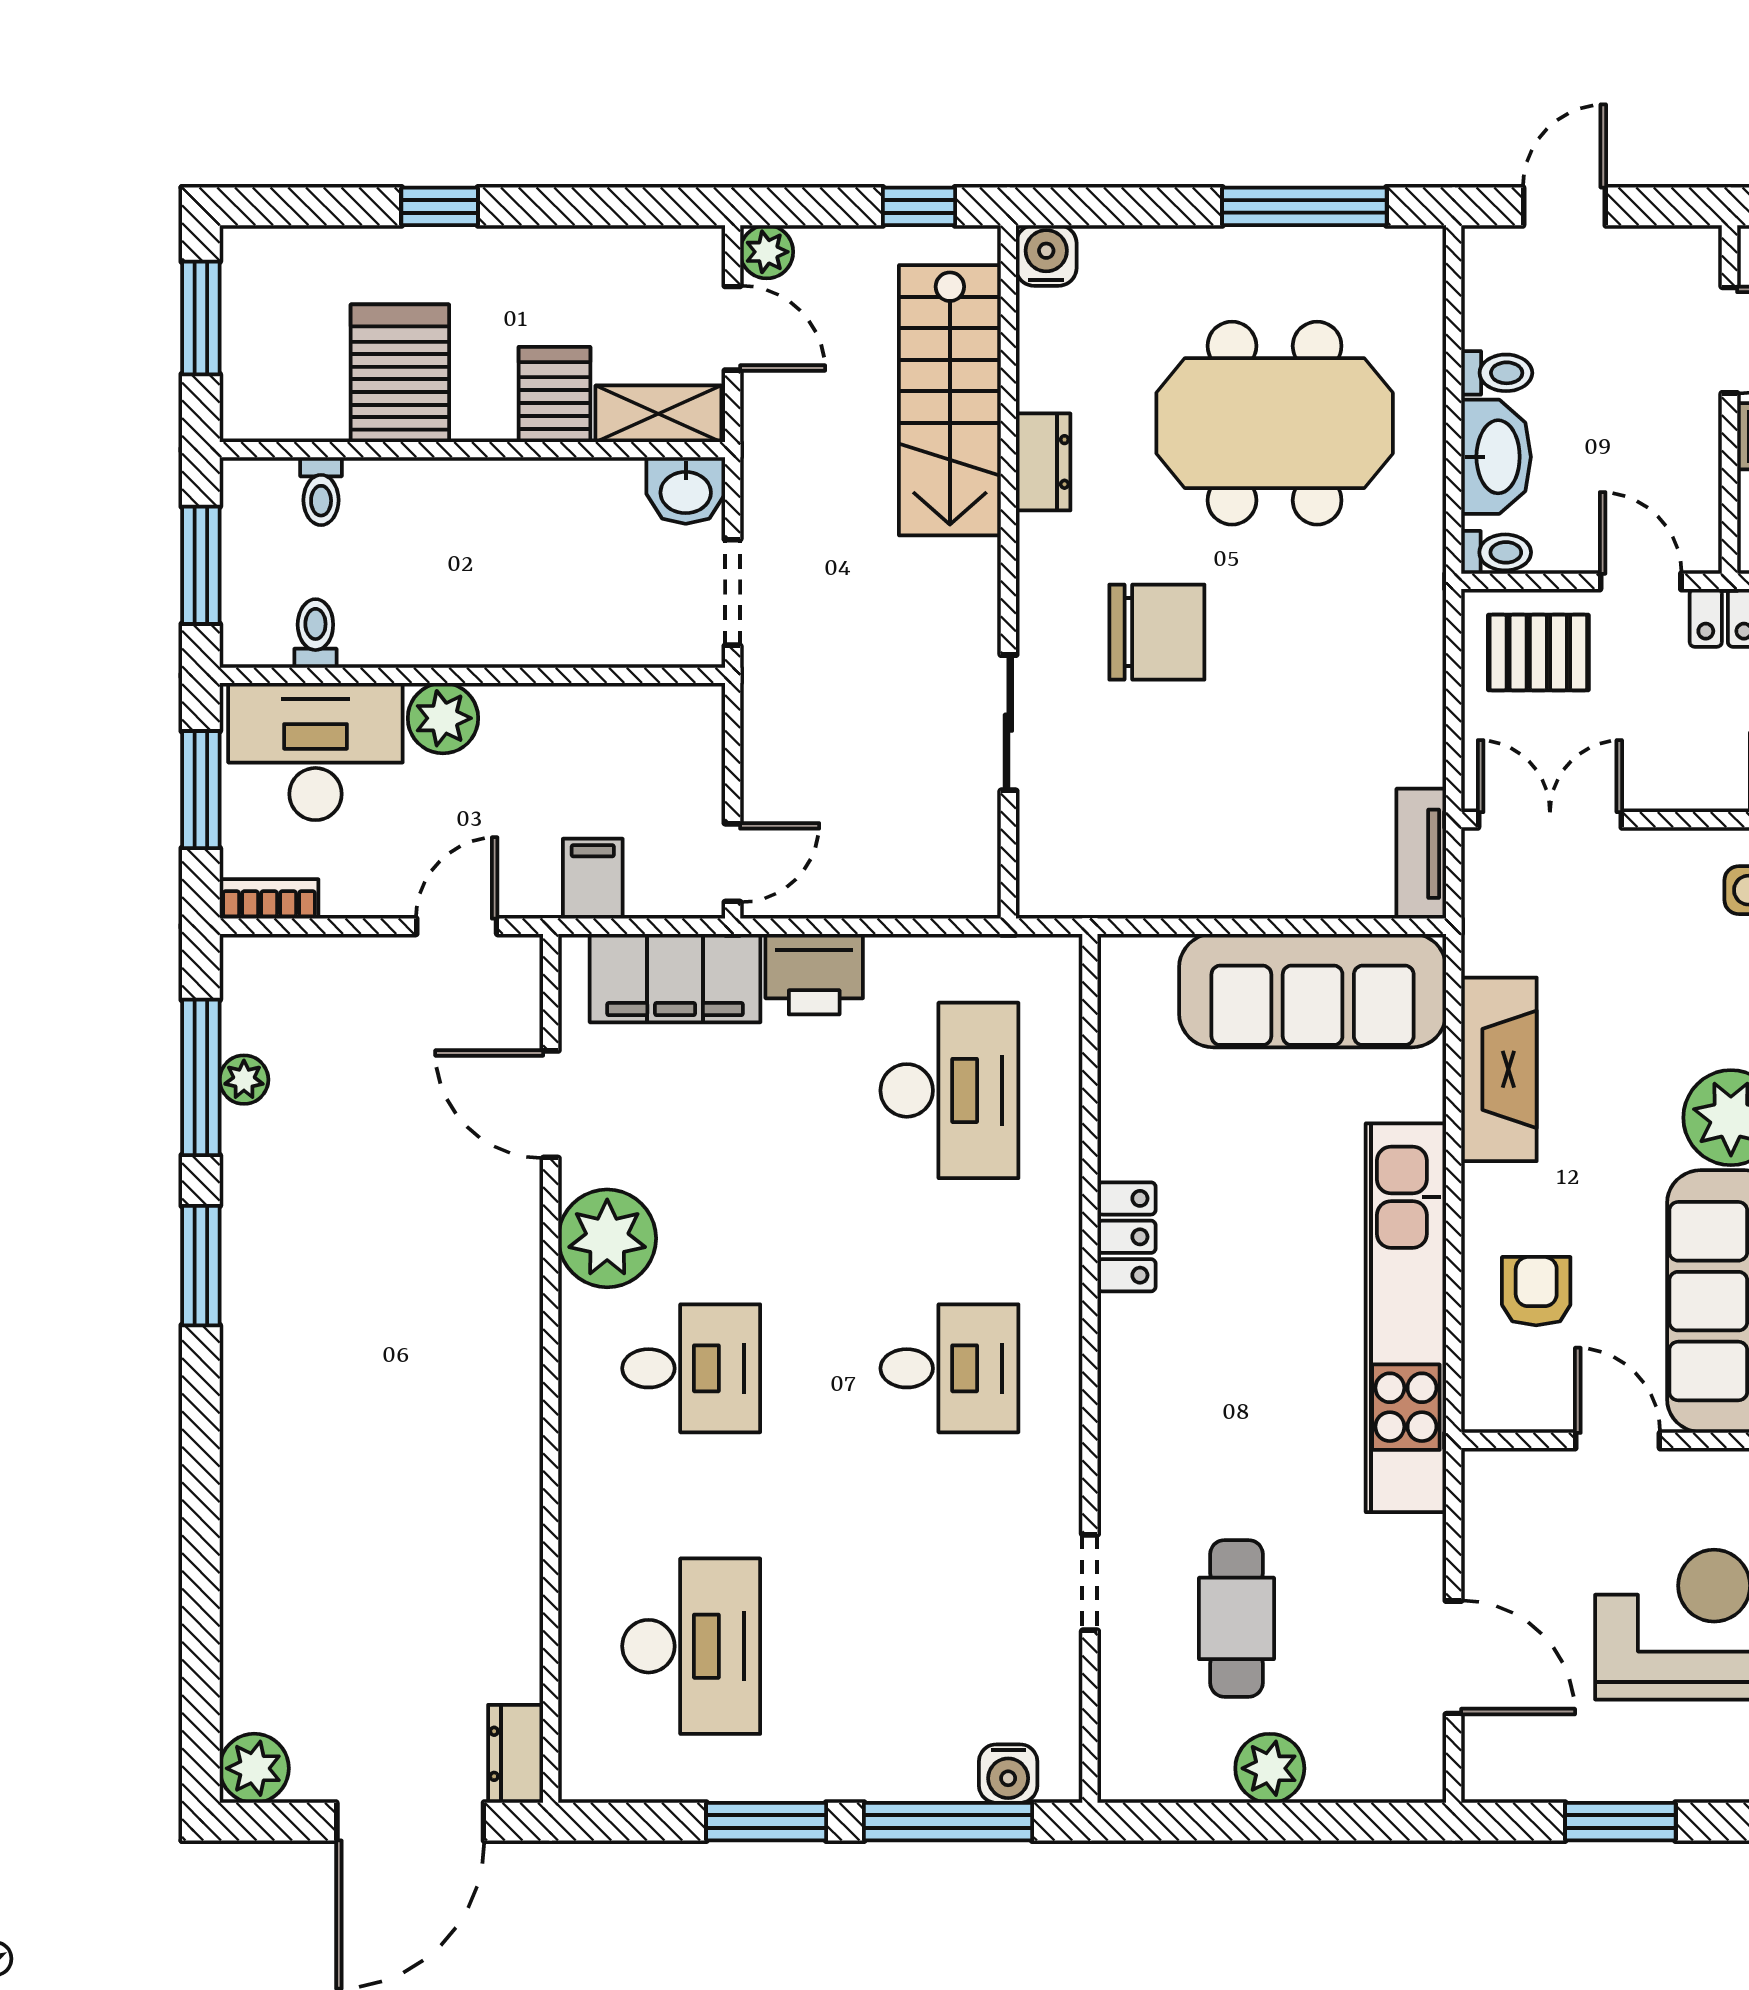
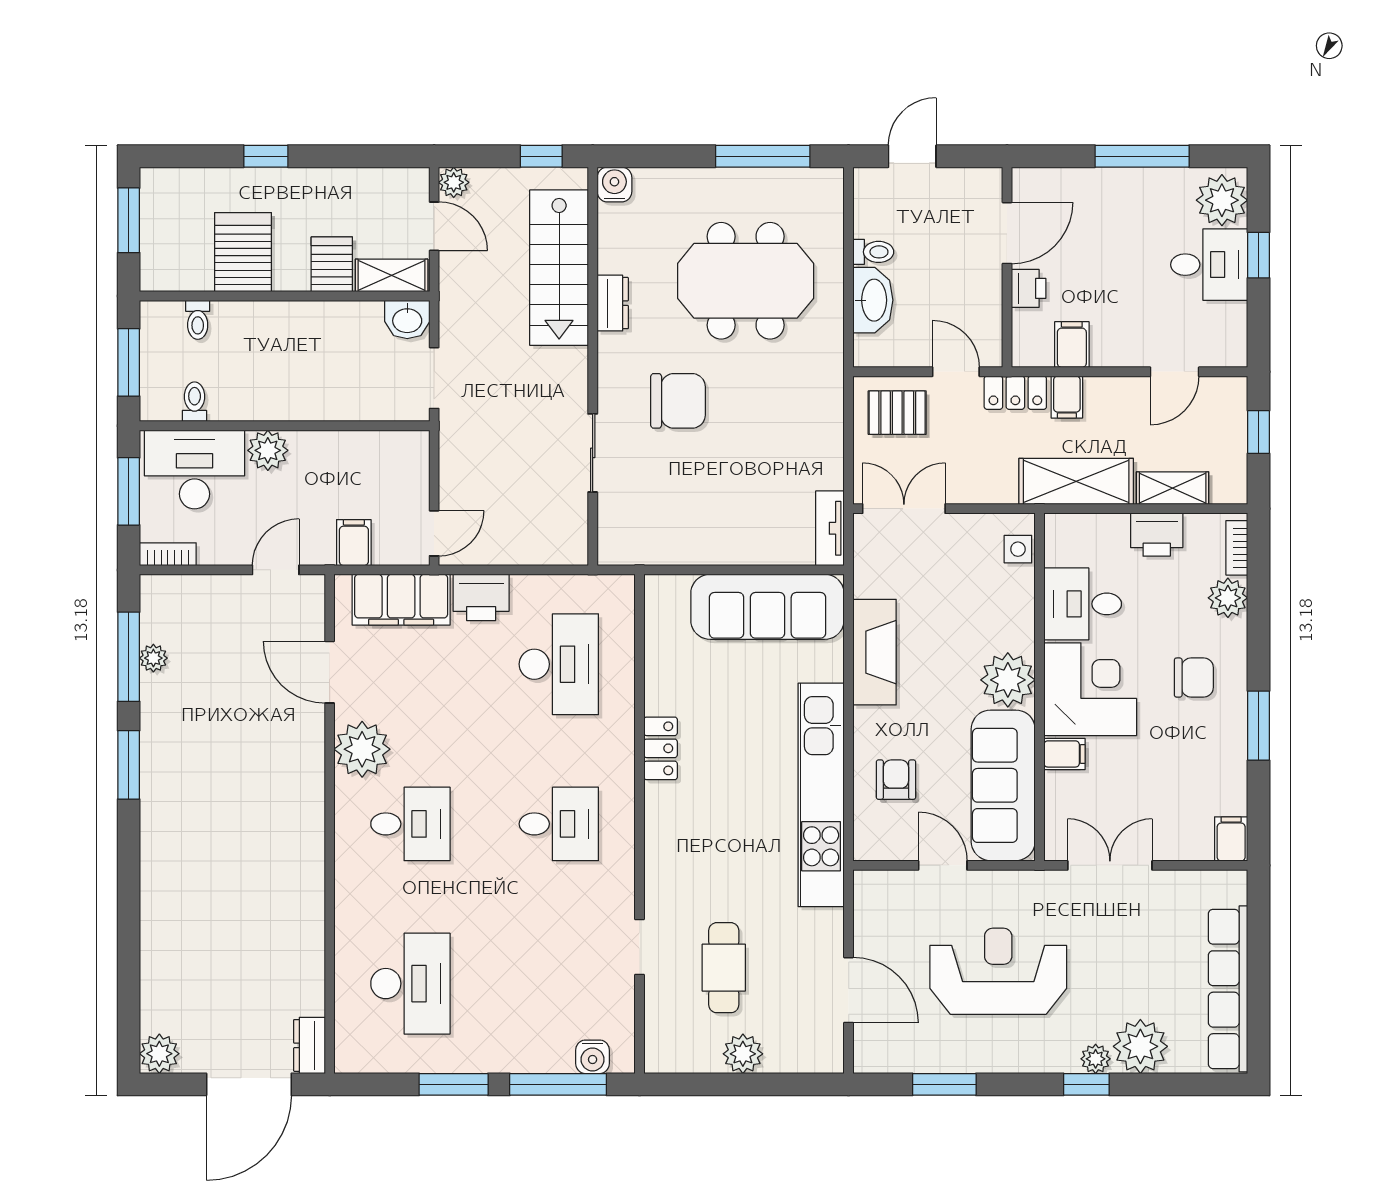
toilet: (1496, 552) -> (873, 355), removed

